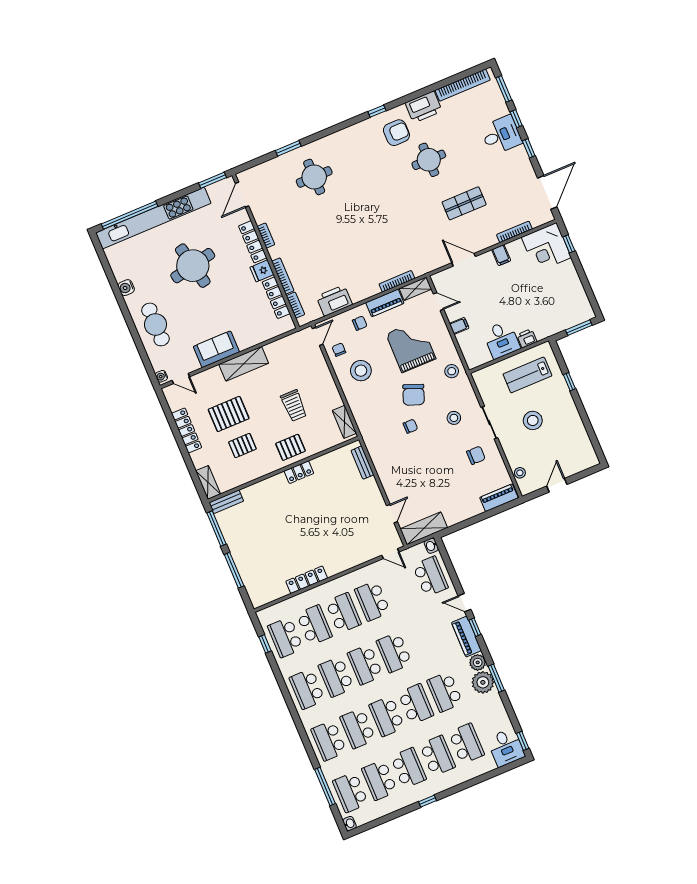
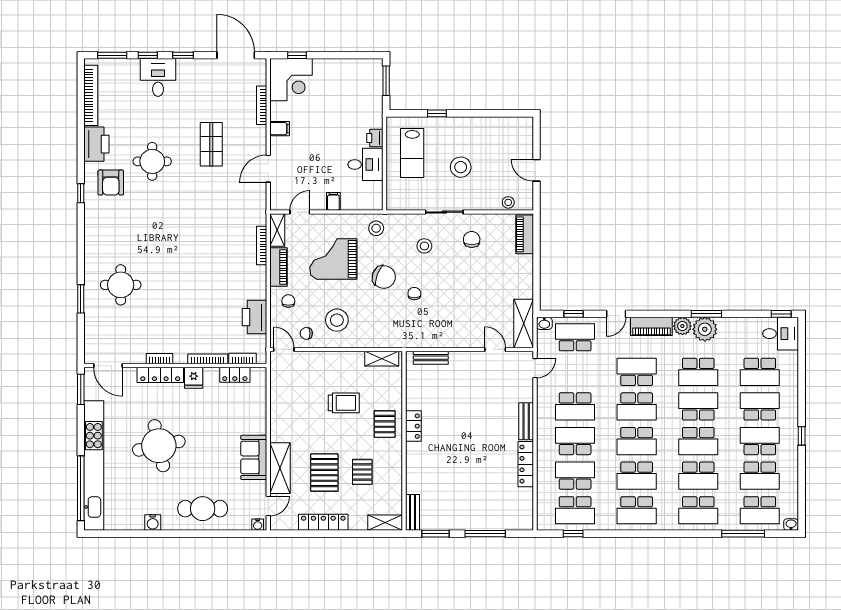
armchair: (396, 133) -> (111, 183), turned 180
locker: (276, 298) -> (235, 375), width x0.66
shelving: (244, 364) -> (280, 468), moved
window: (217, 529) -> (435, 534), width x0.69
bench: (343, 565) -> (526, 421), added
window: (475, 627) -> (574, 314), moved
school desk: (423, 640) -> (637, 372), added
school desk: (467, 743) -> (760, 372), turned 180

